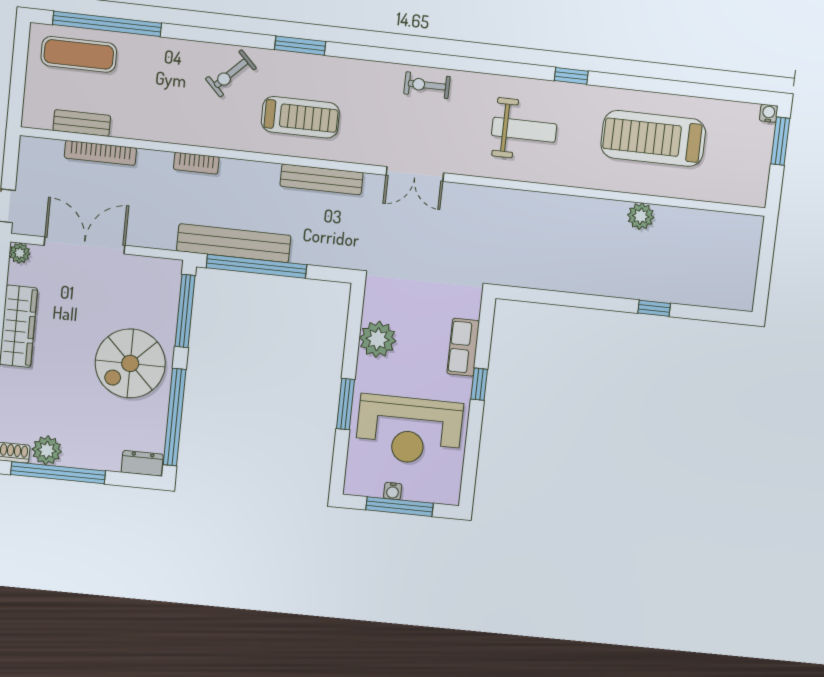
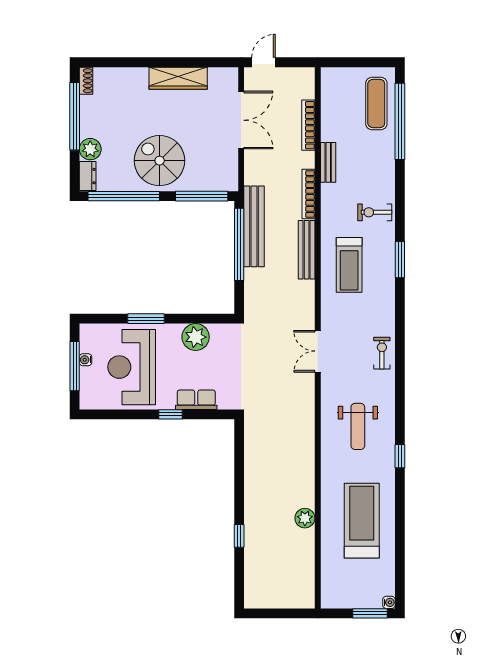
exercise bike: (231, 73) -> (375, 212), turned -45
bench: (82, 123) -> (328, 162), moved
bookcase: (196, 163) -> (308, 194), width x1.56
bench: (322, 179) -> (307, 250), moved
plant: (20, 253) -> (231, 75), removed
plant: (47, 450) -> (90, 149), moved

